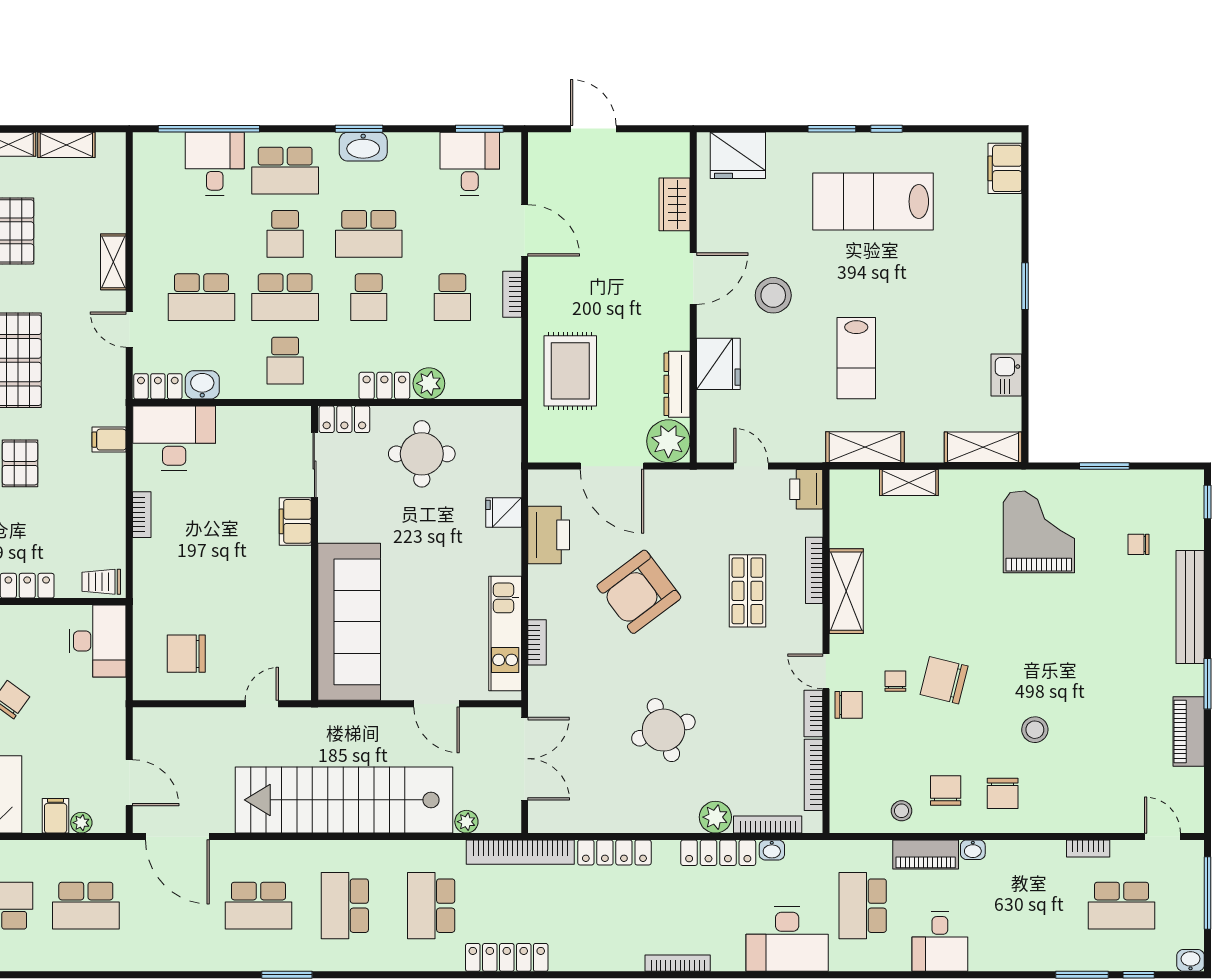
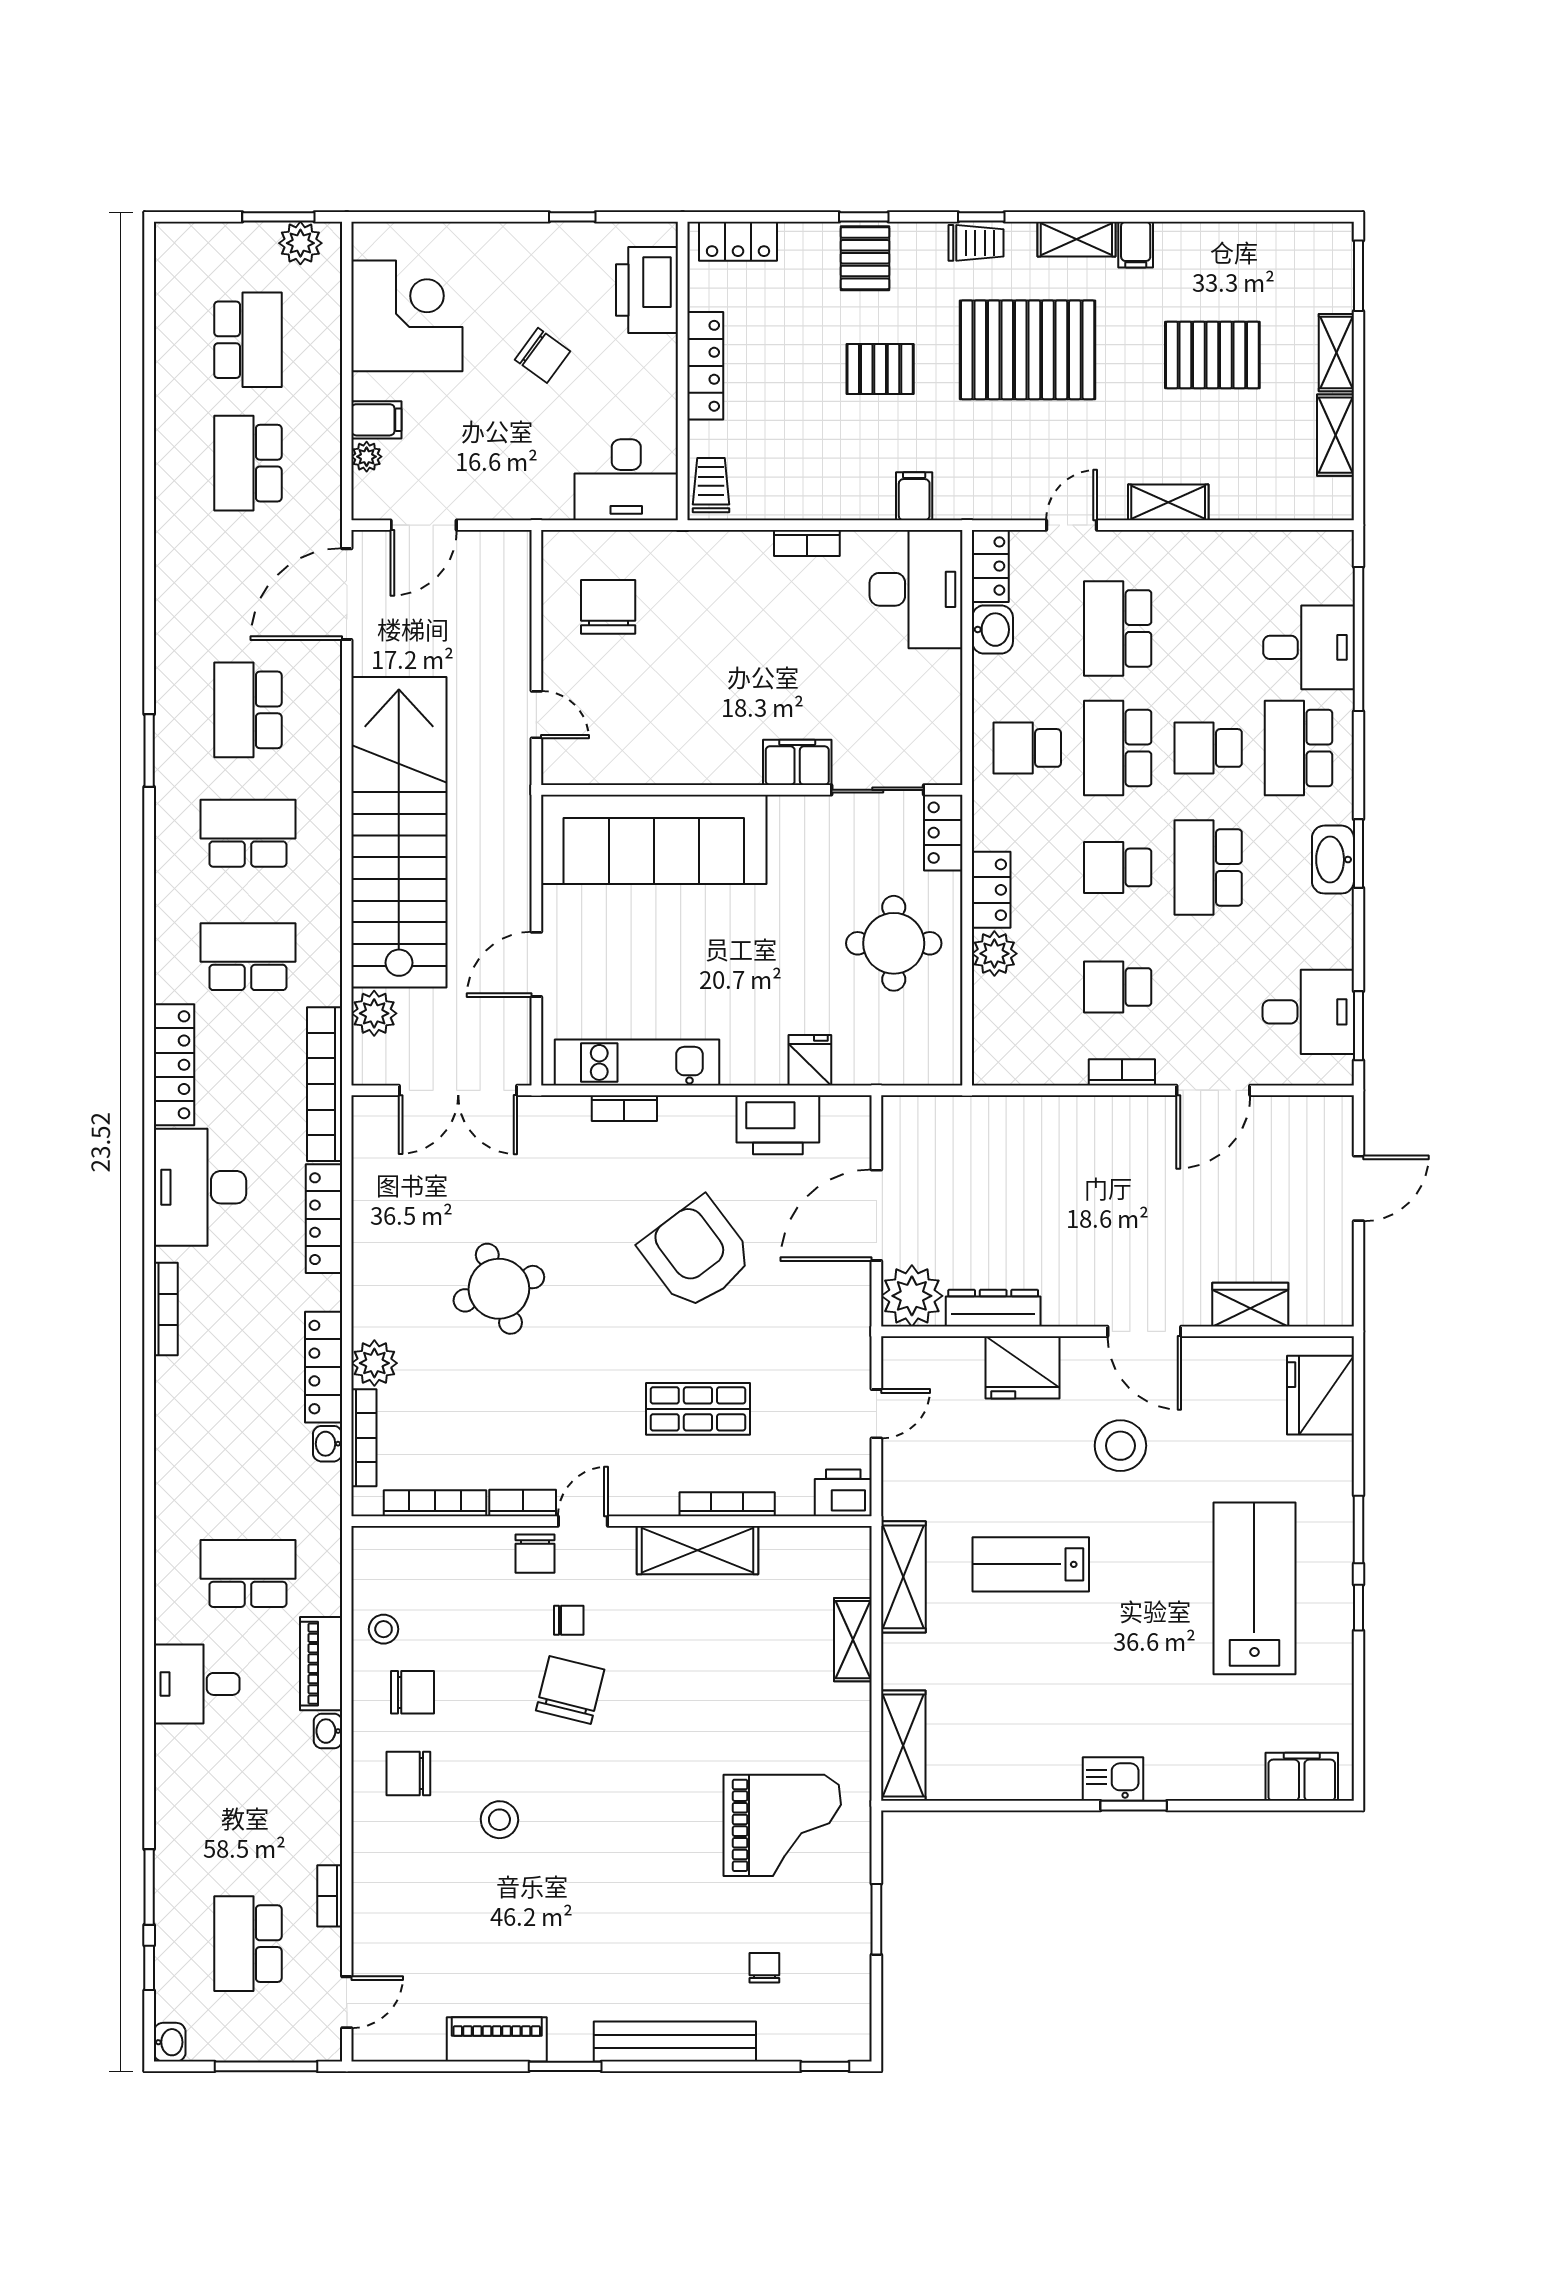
rug: (570, 371) -> (1012, 1156), removed
kitchen sink: (1006, 375) -> (1113, 1779), moved
plant: (466, 822) -> (374, 1013), width x1.38, depth x1.38
desk: (787, 939) -> (200, 1187), moved

